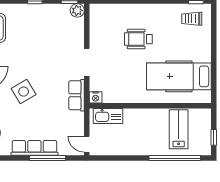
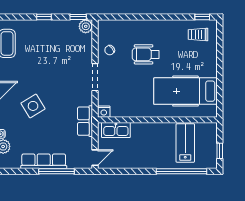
chair: (102, 35) -> (110, 50), added
row of seats: (77, 95) -> (85, 121), moved
door: (87, 144) -> (95, 158), swing flipped

